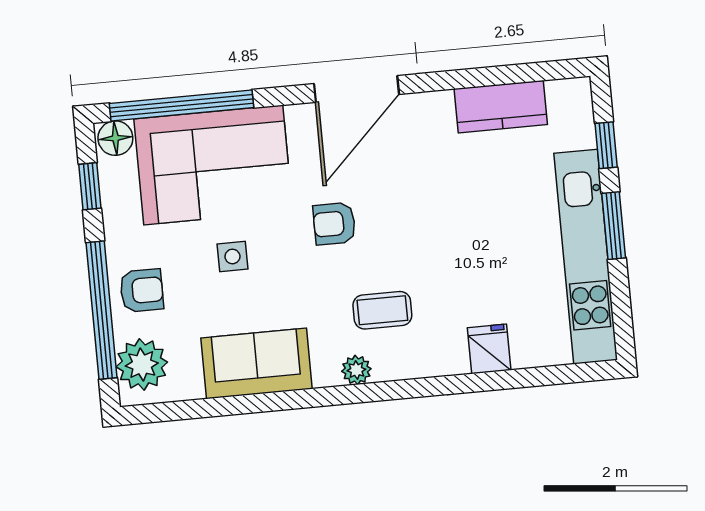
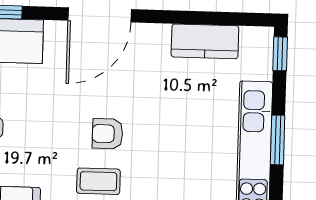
window: (606, 145) -> (280, 54), moved
armchair: (334, 224) -> (107, 134), moved

